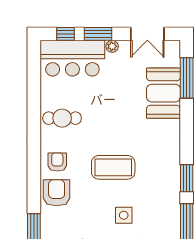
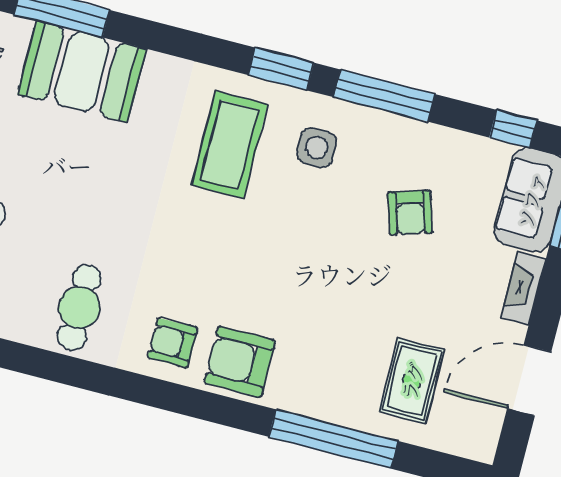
coffee table: (113, 167) -> (230, 145), moved
side table: (124, 215) -> (317, 148), moved

